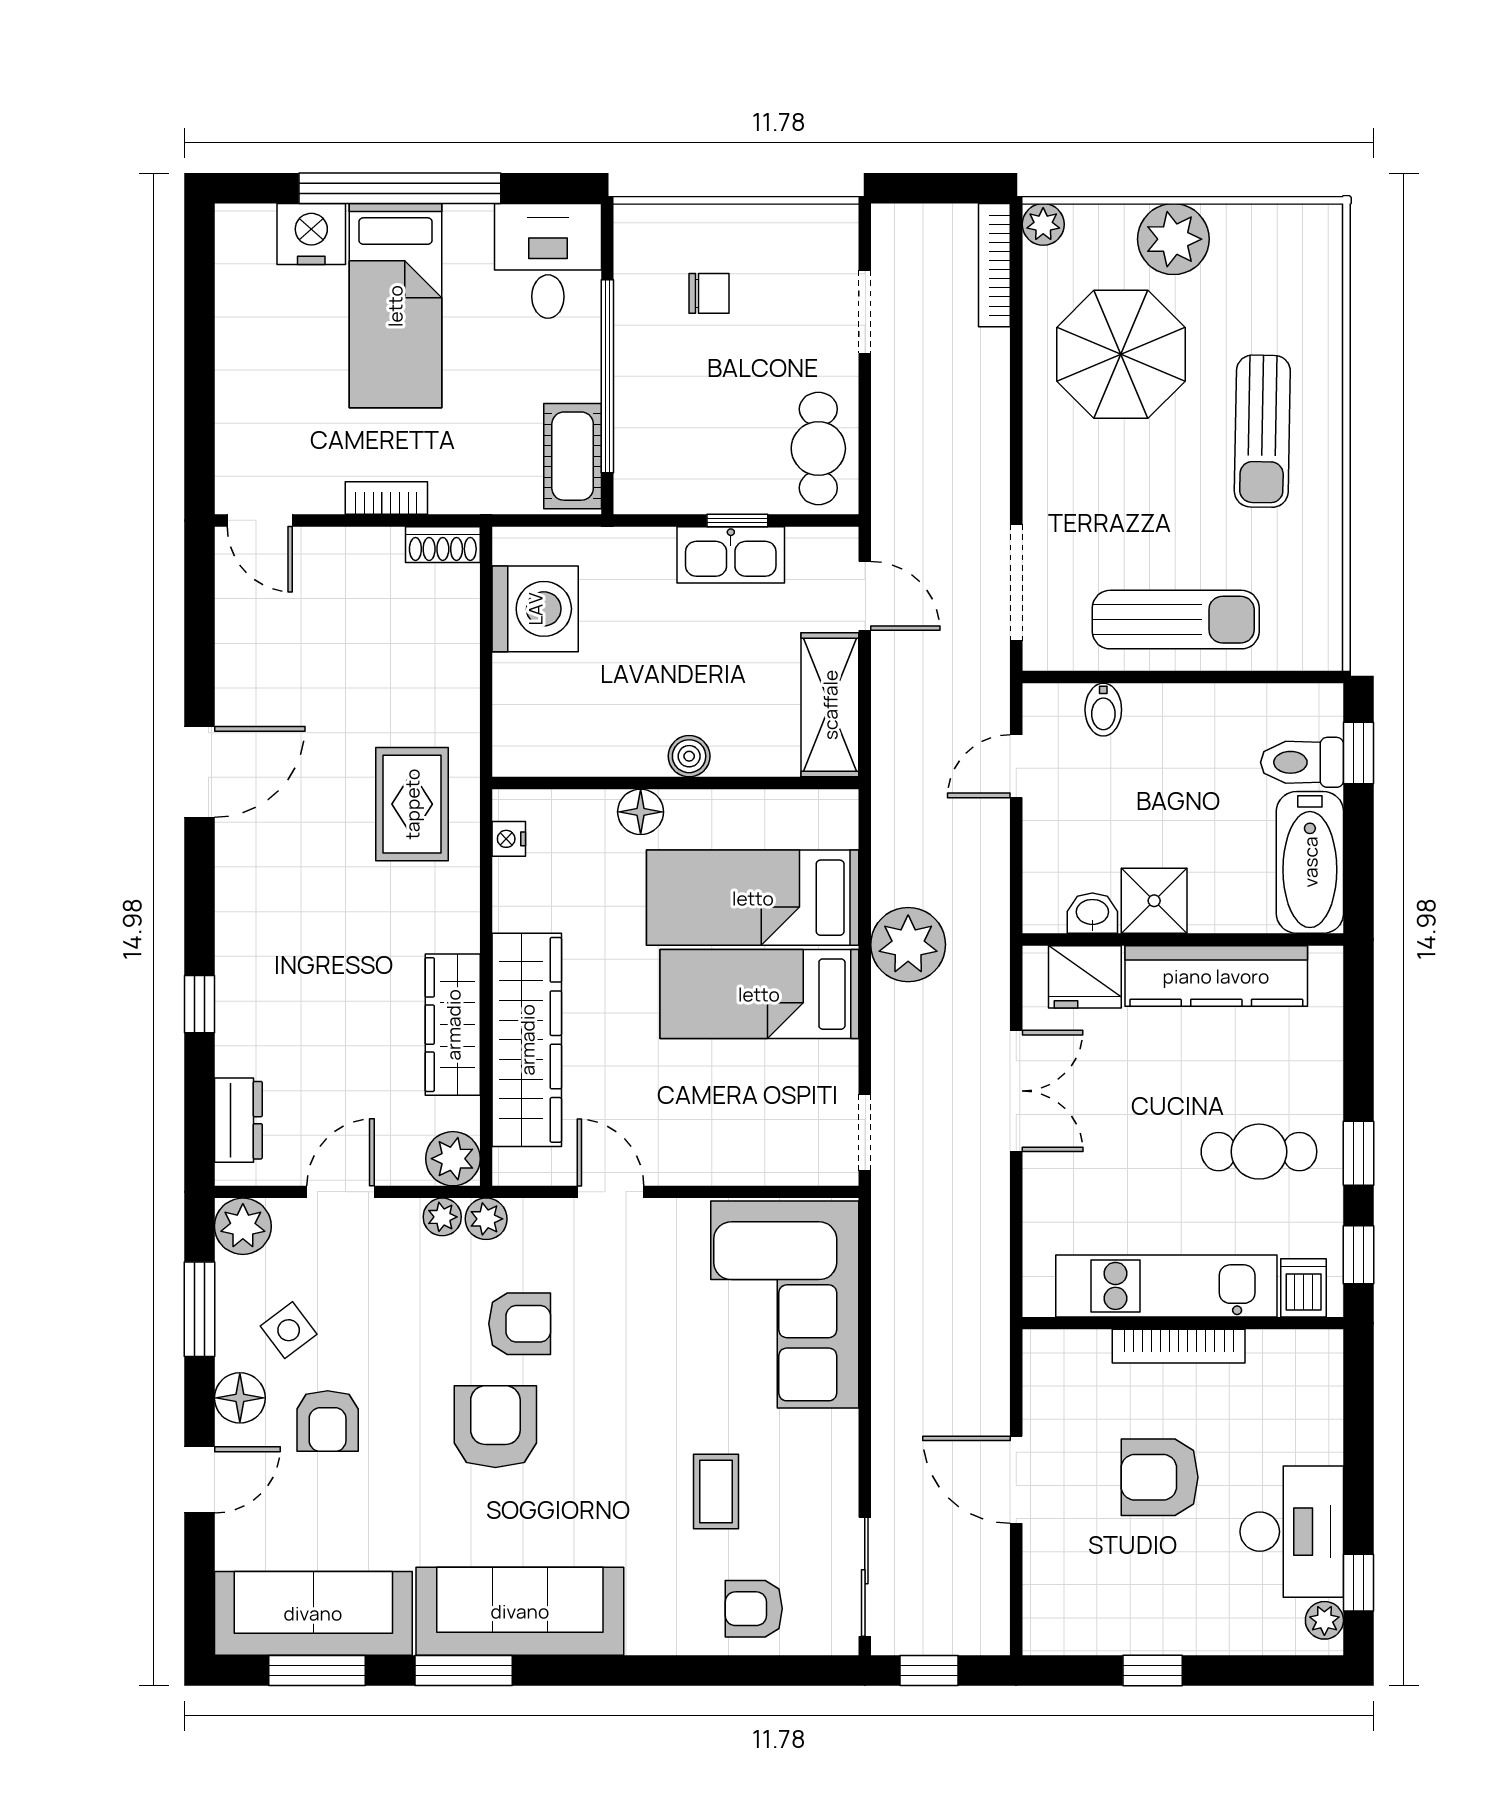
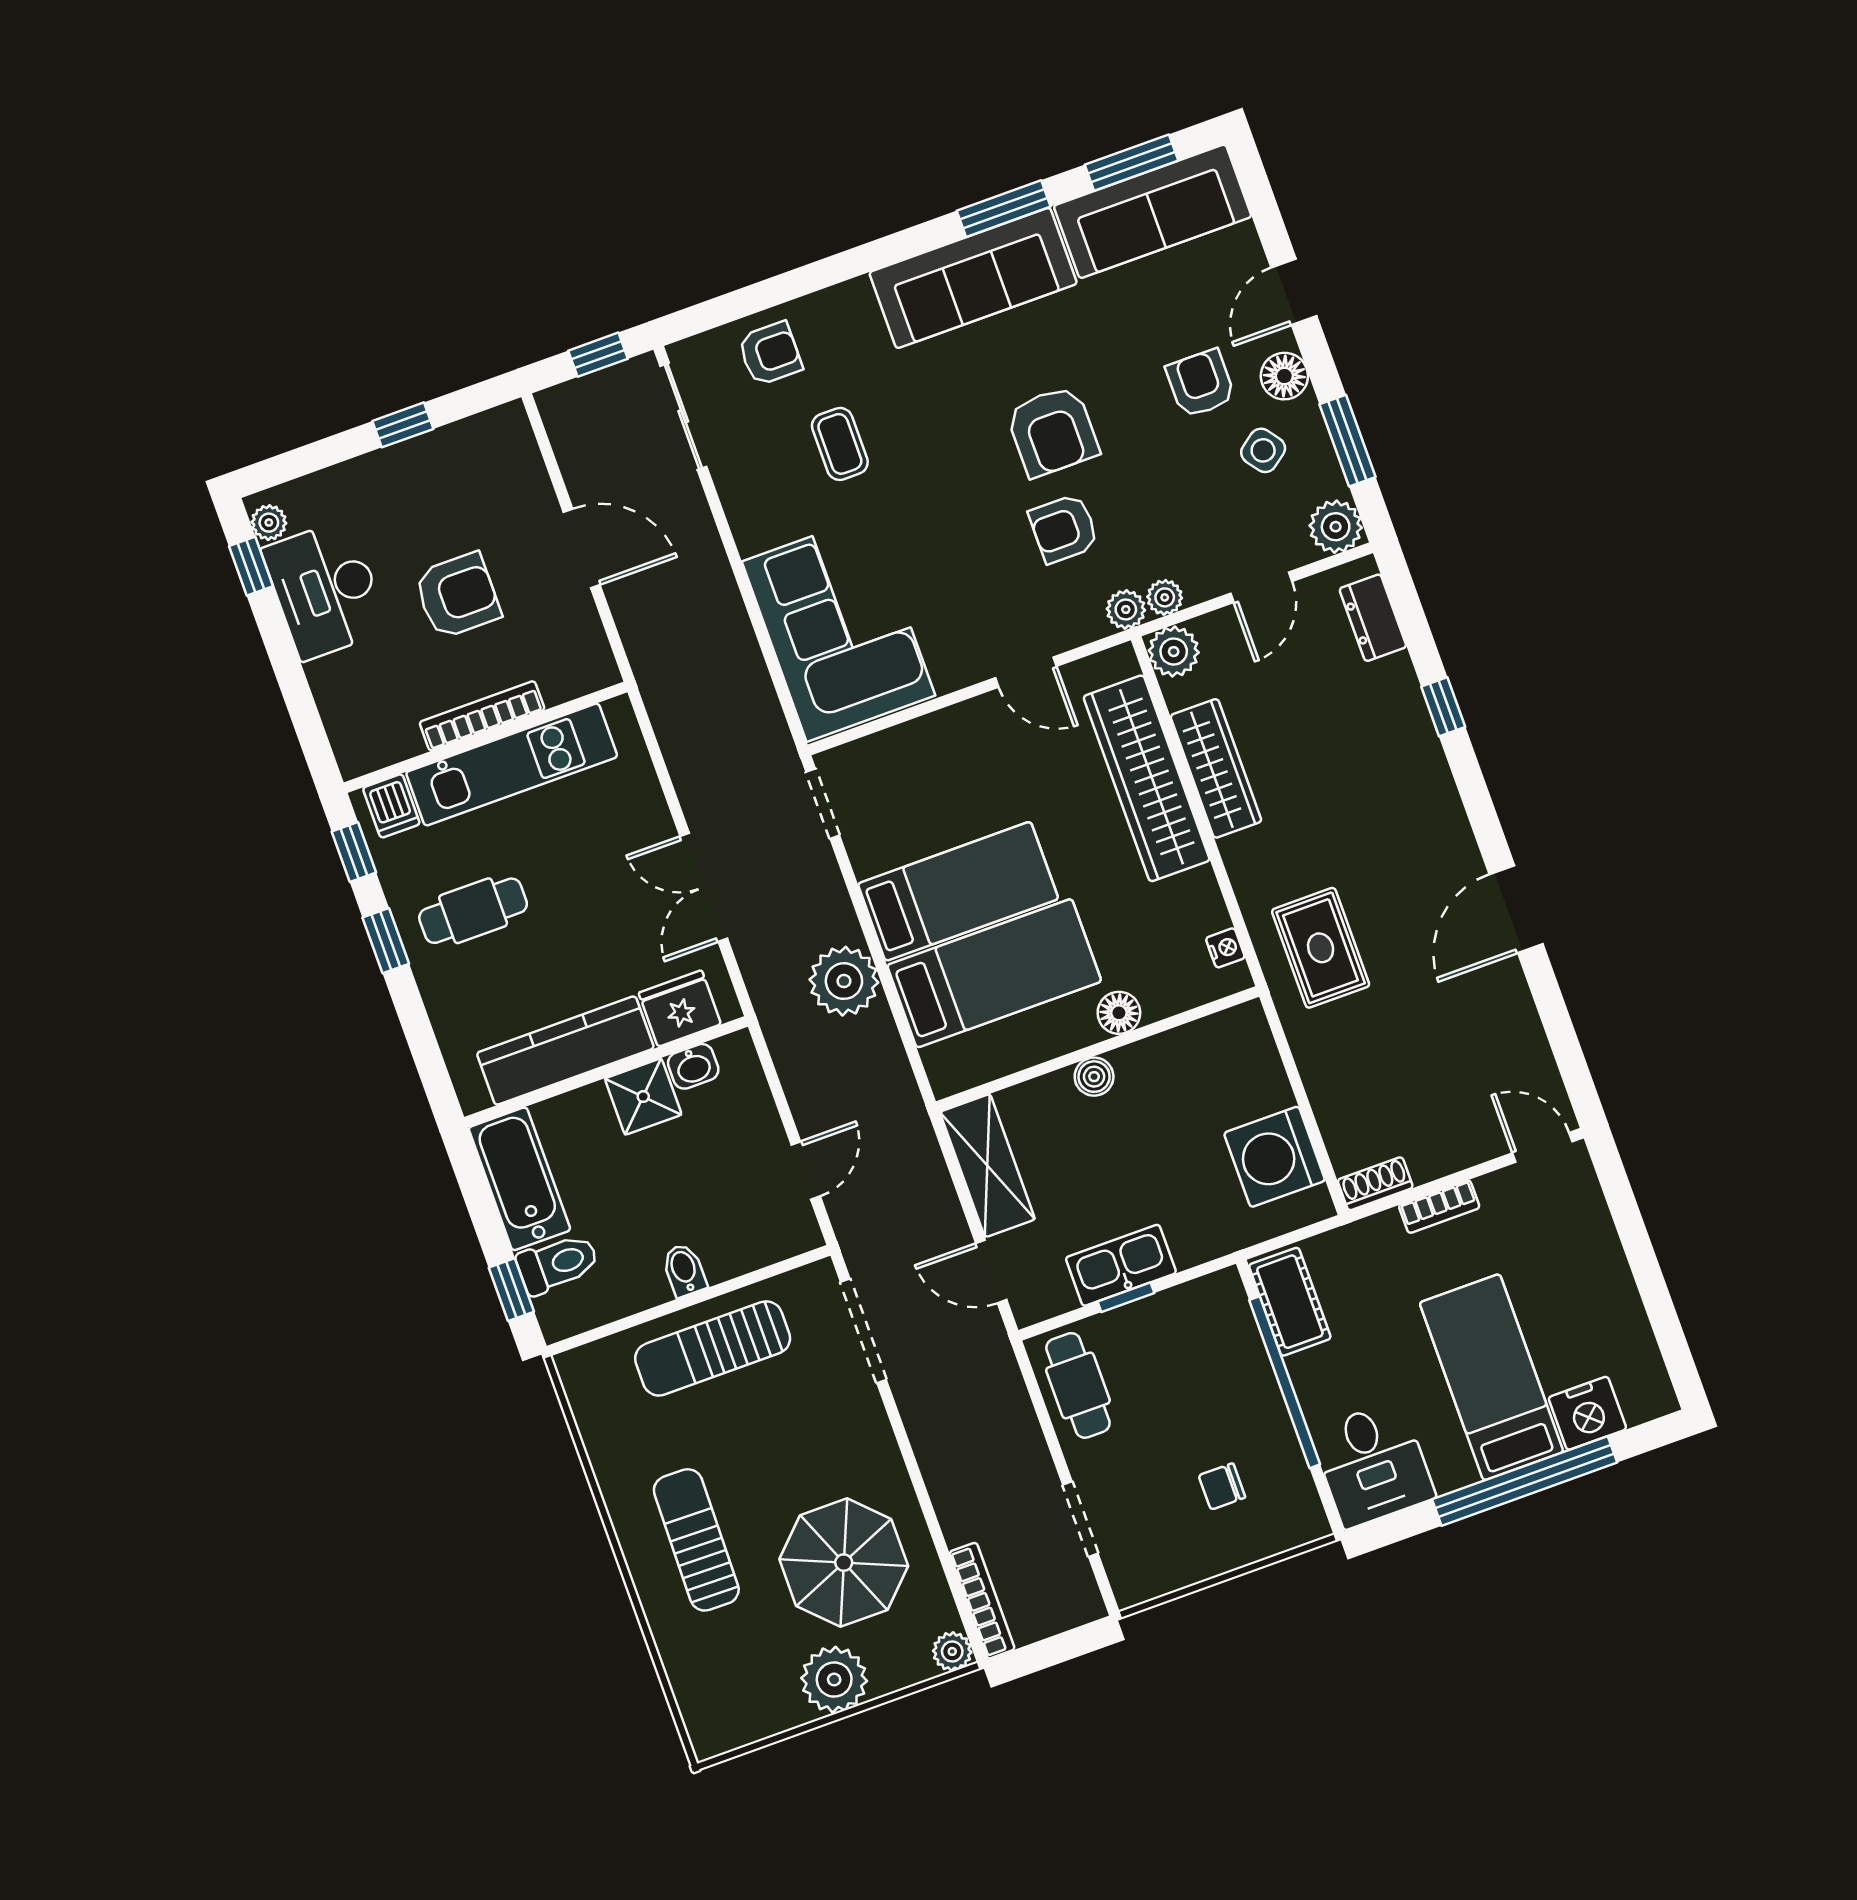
bidet: (1103, 710) -> (684, 1270), moved

